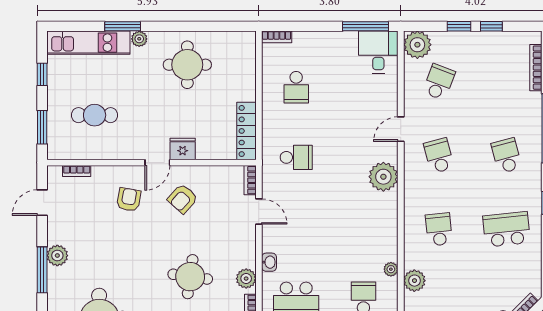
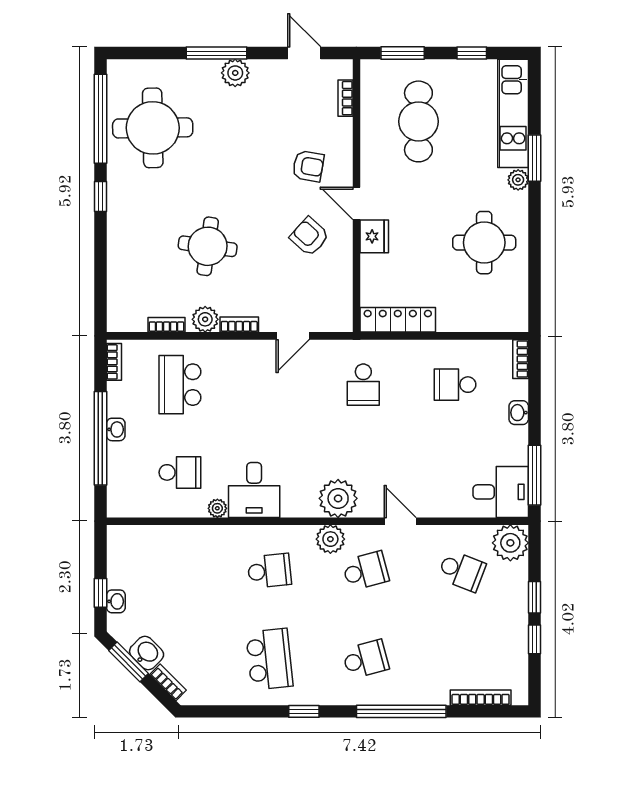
cafe table: (95, 115) -> (418, 121), width x1.37, depth x1.35
bookcase: (250, 180) -> (239, 325), moved
desk: (377, 241) -> (254, 490), added
washbasin: (269, 262) -> (519, 413), moved, turned 90
plant: (414, 281) -> (330, 539), moved

